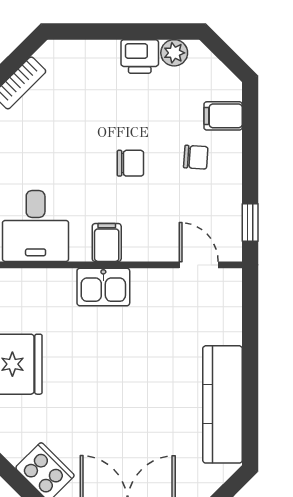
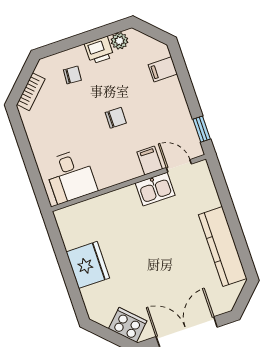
chair: (196, 157) -> (72, 75), moved
filing cabinet: (107, 242) -> (150, 161), moved
kitchen sink: (103, 287) -> (155, 189), moved

